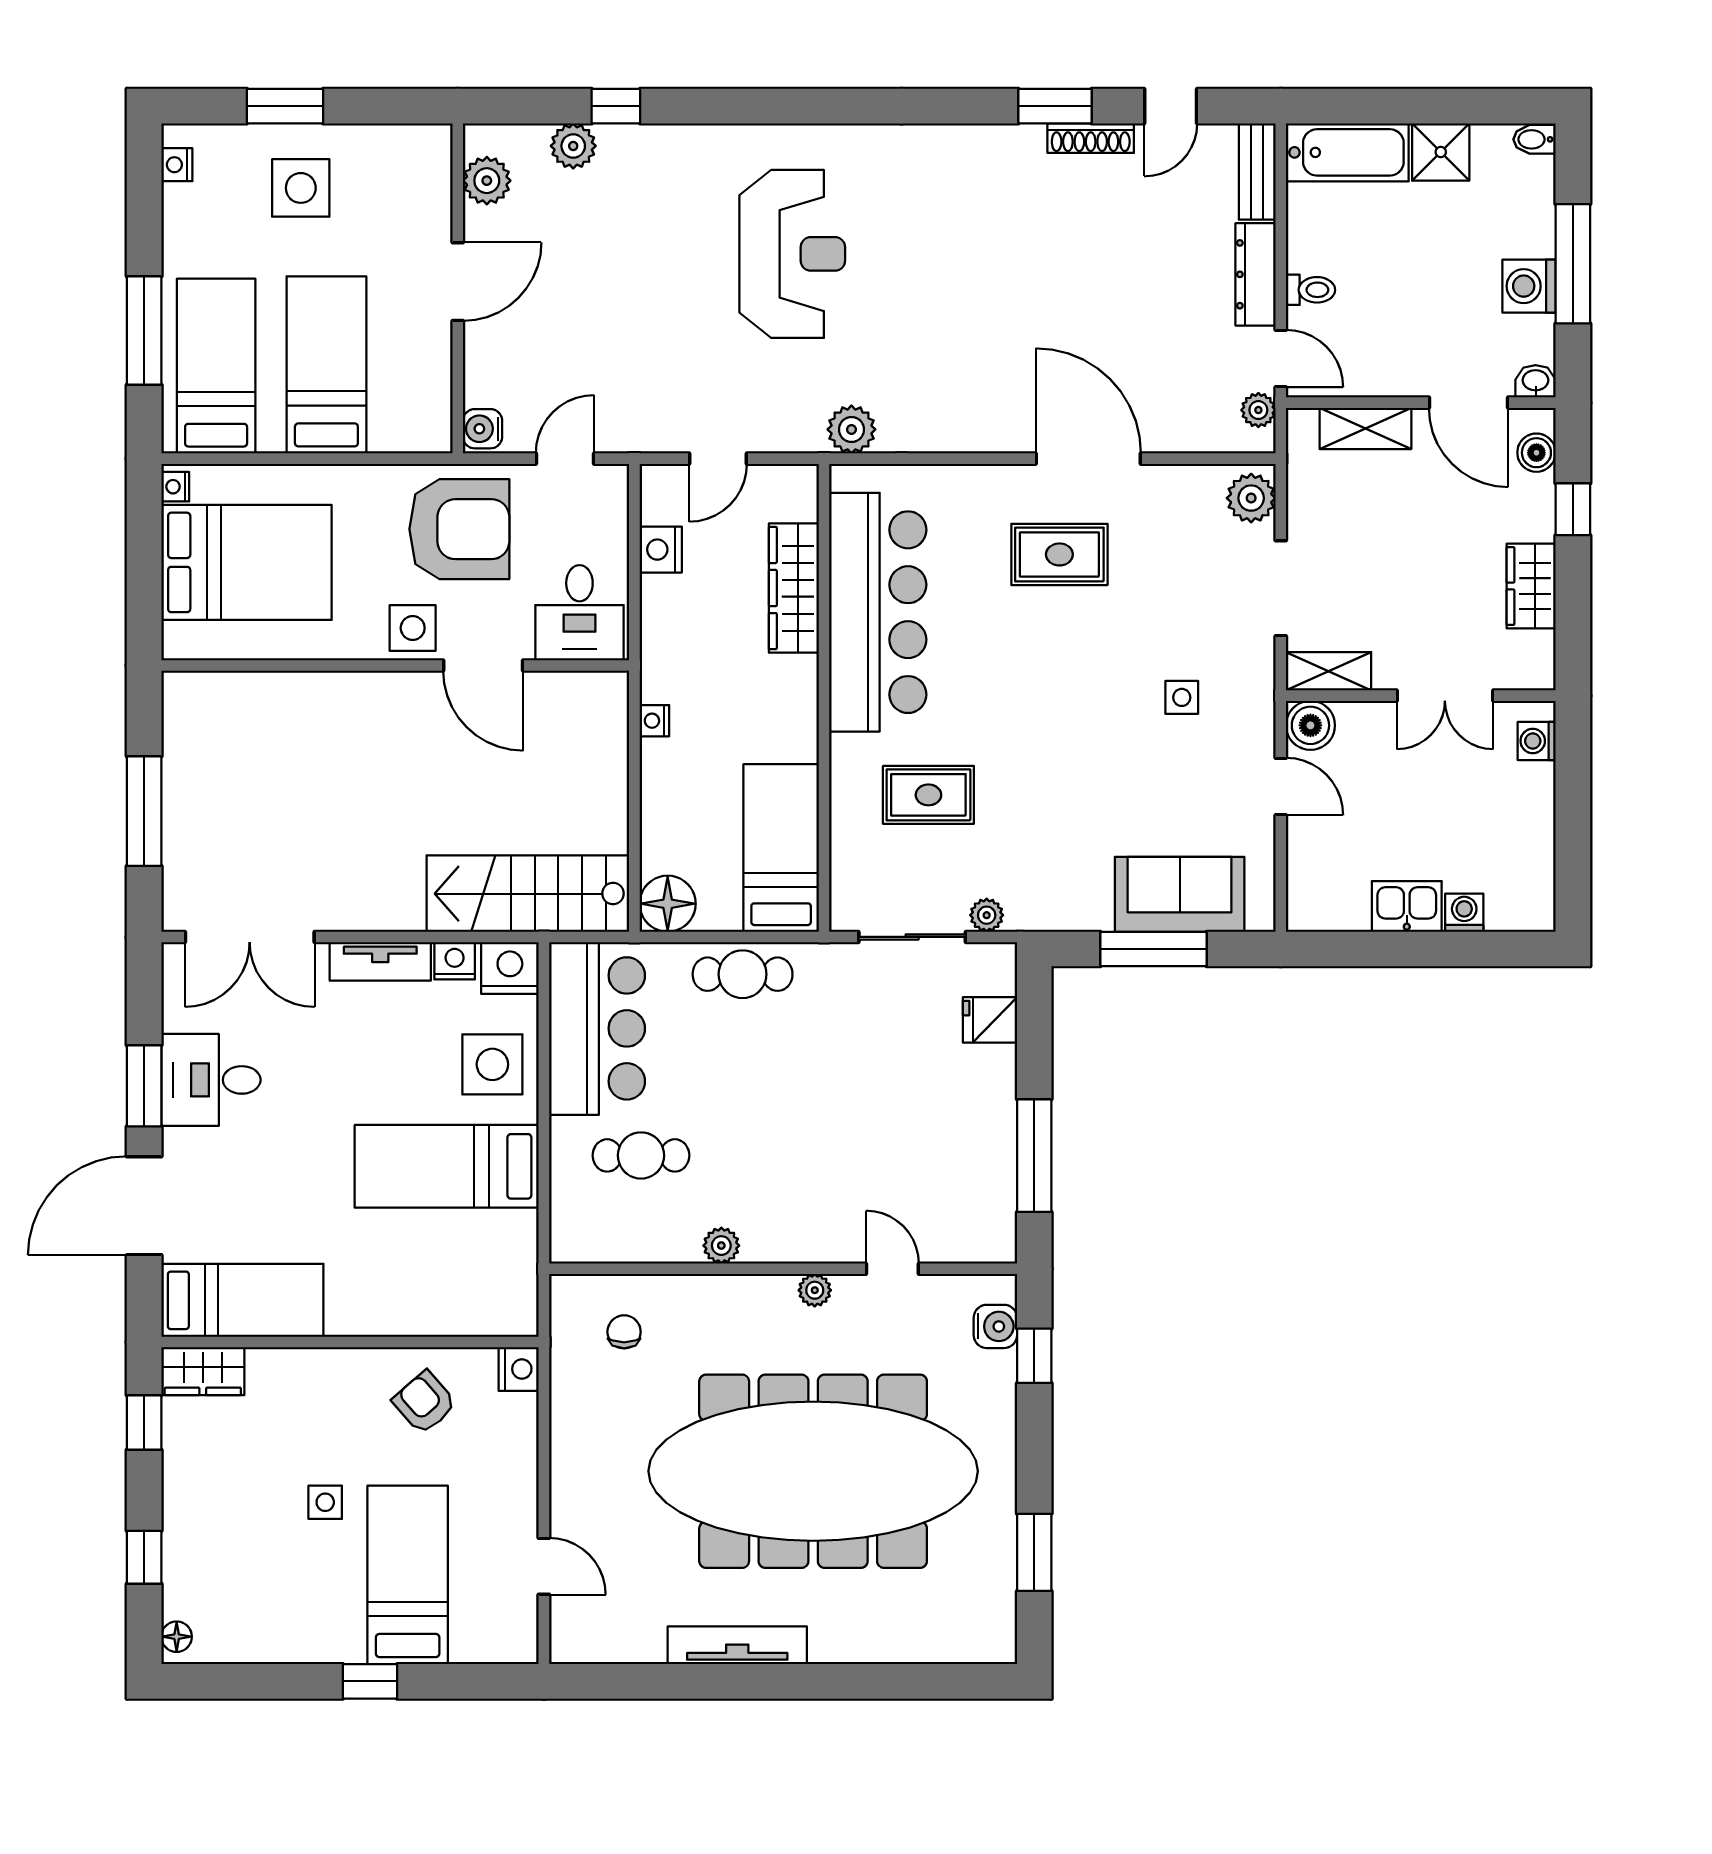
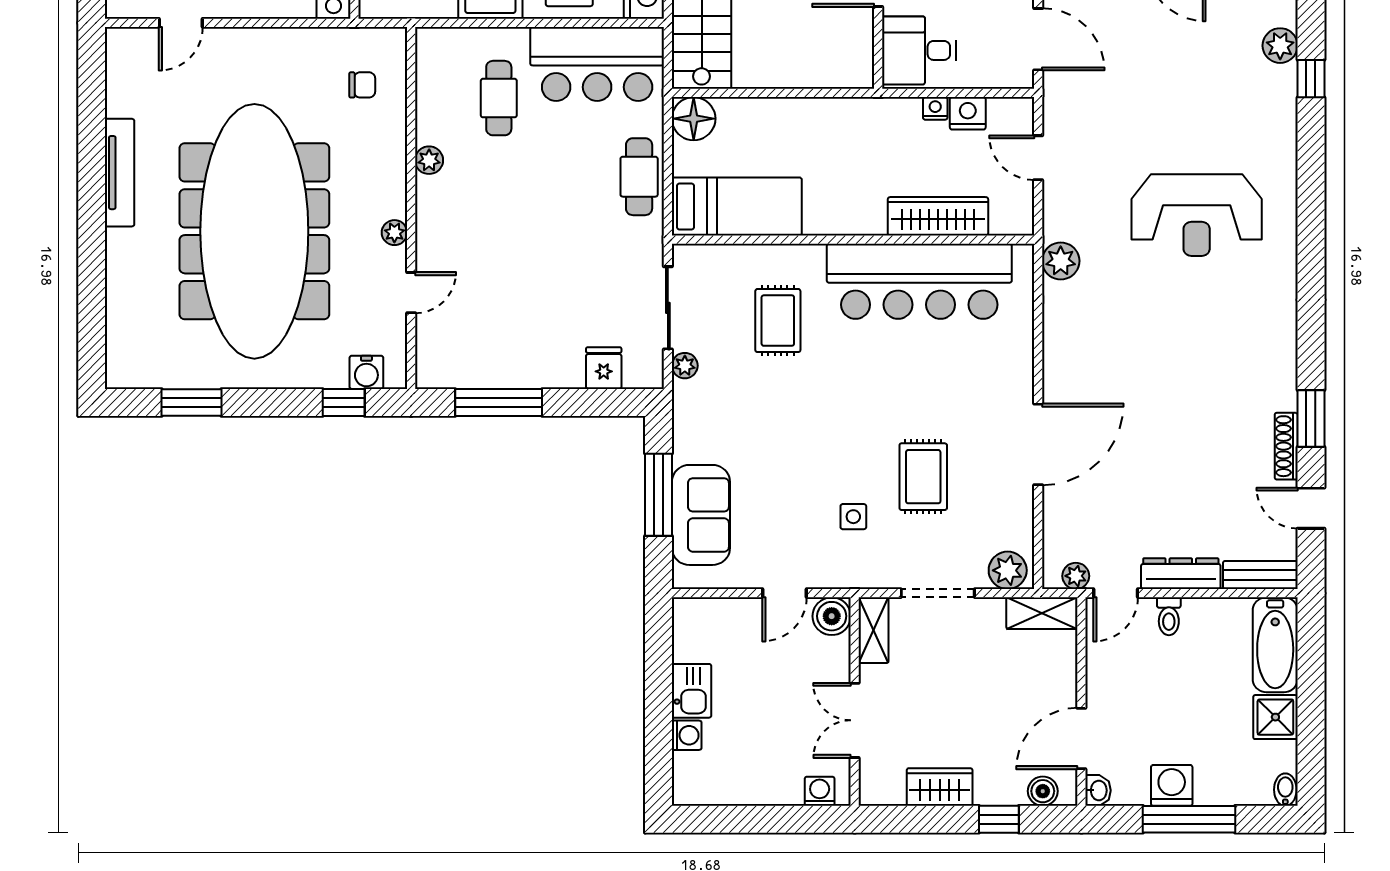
shelving: (1365, 428) -> (1042, 613), moved, turned 90
door: (565, 459) -> (1038, 39), width x1.37
rug: (1059, 554) -> (923, 477), moved
nightstand: (654, 721) -> (935, 108), moved

